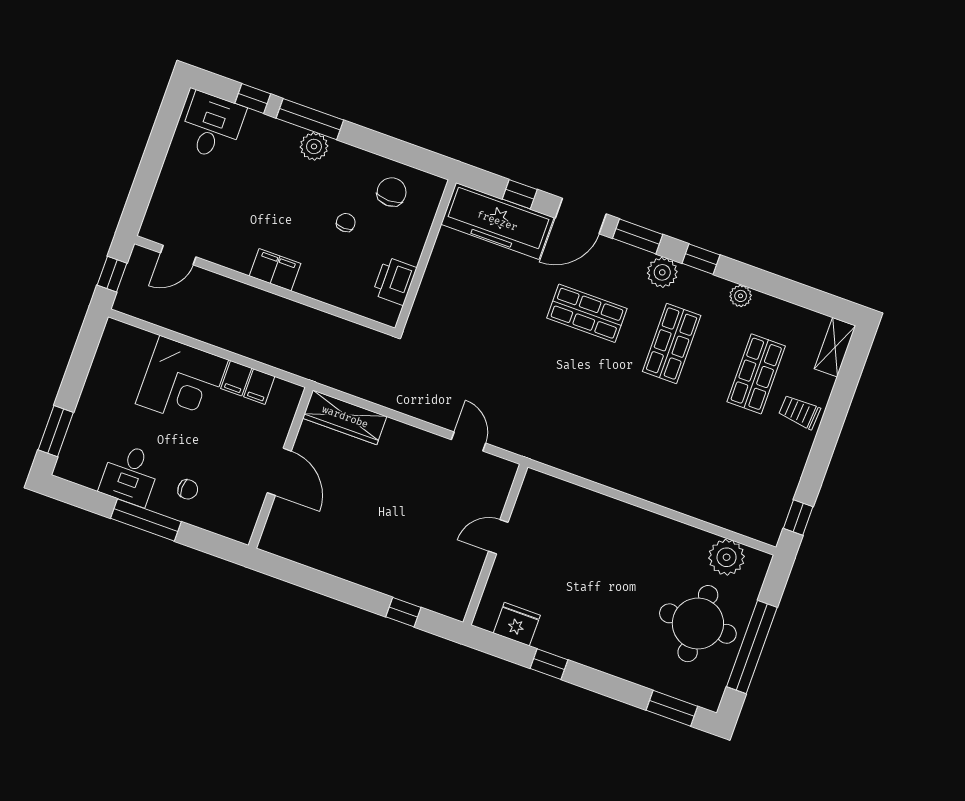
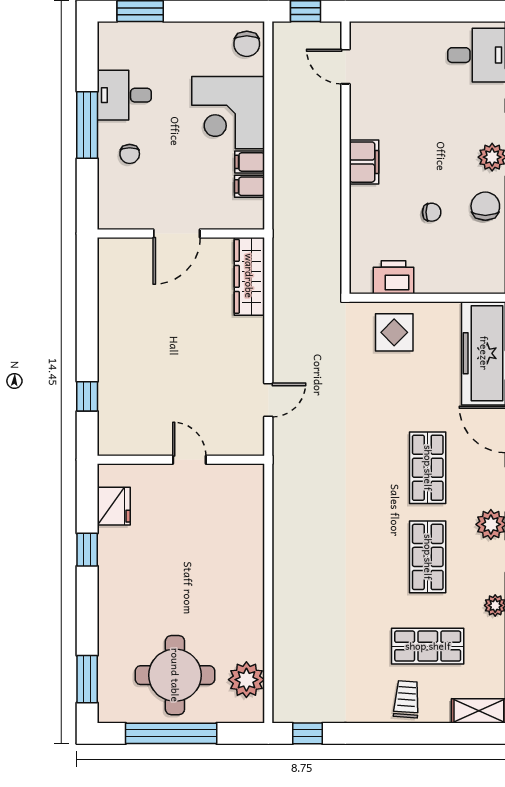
chair: (392, 192) -> (485, 206), moved, turned -90
display table: (447, 299) -> (394, 332), added
chair: (123, 341) -> (247, 44), added
shop shelf: (672, 344) -> (428, 557), turned 90

